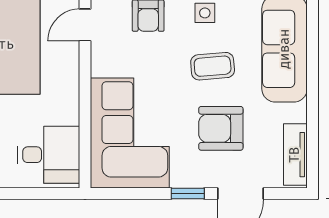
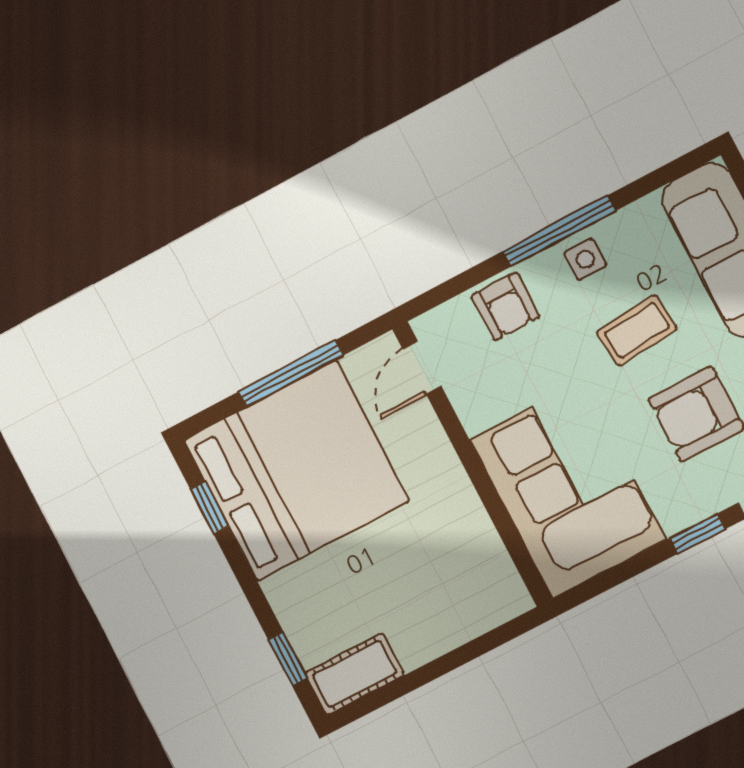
desk: (49, 155) -> (468, 581), removed

